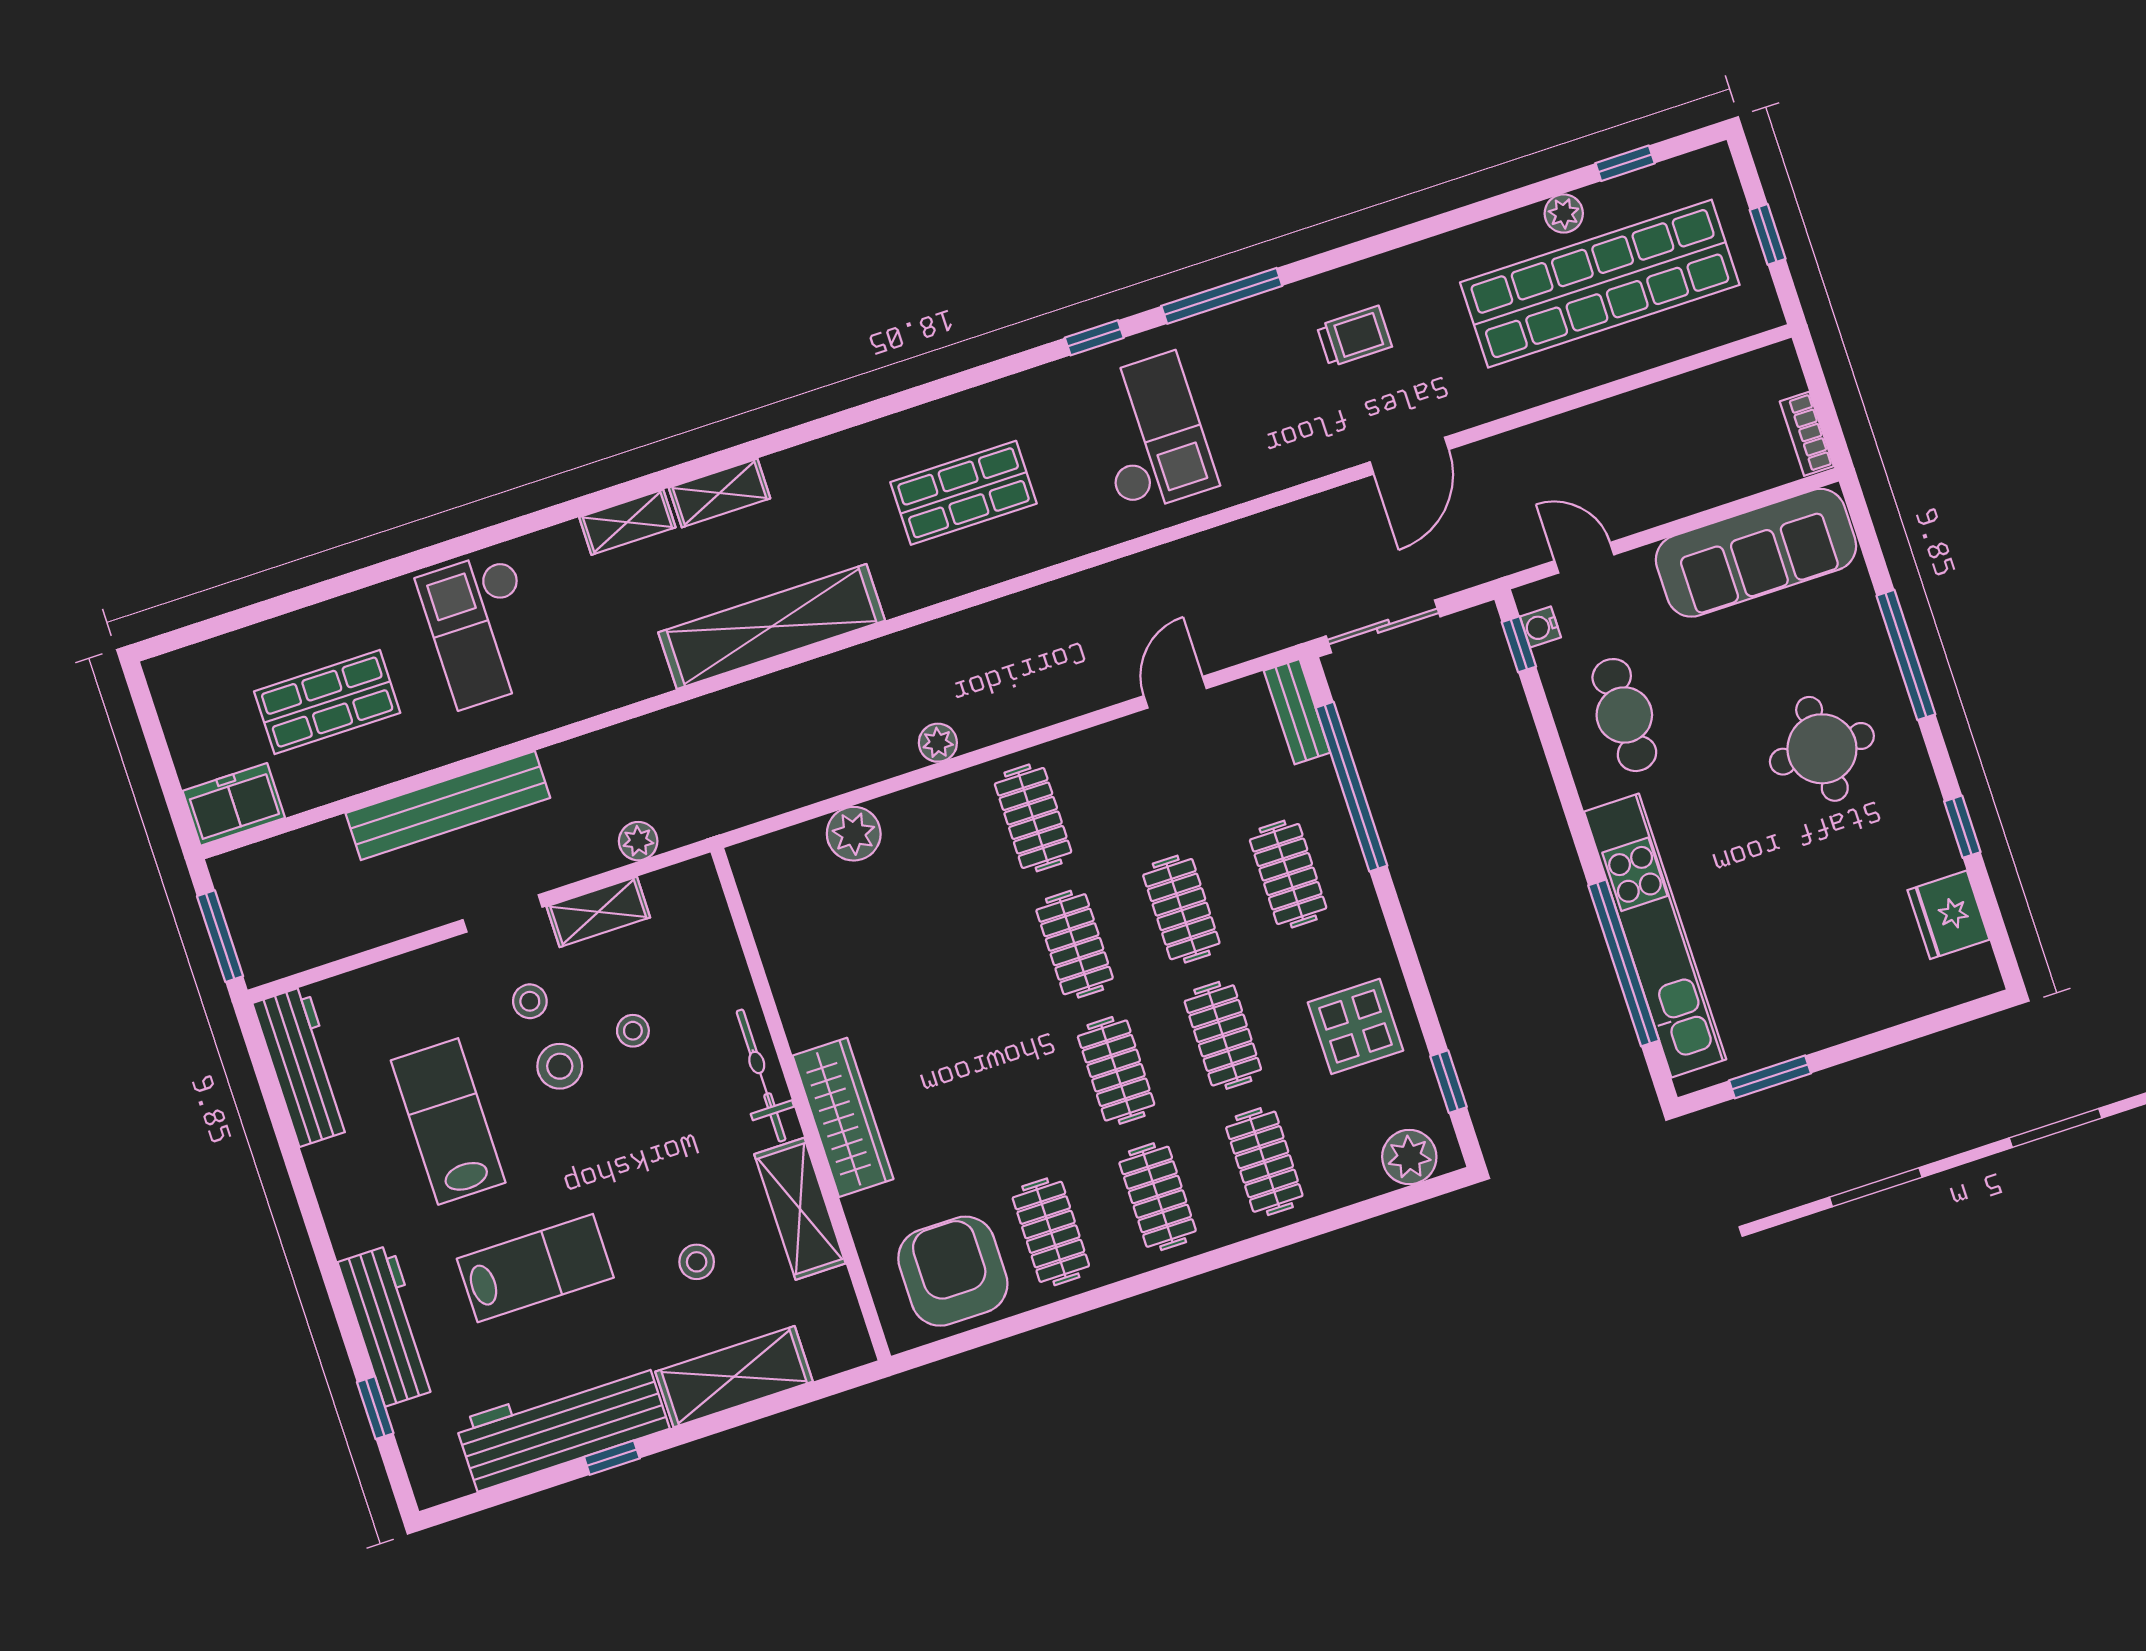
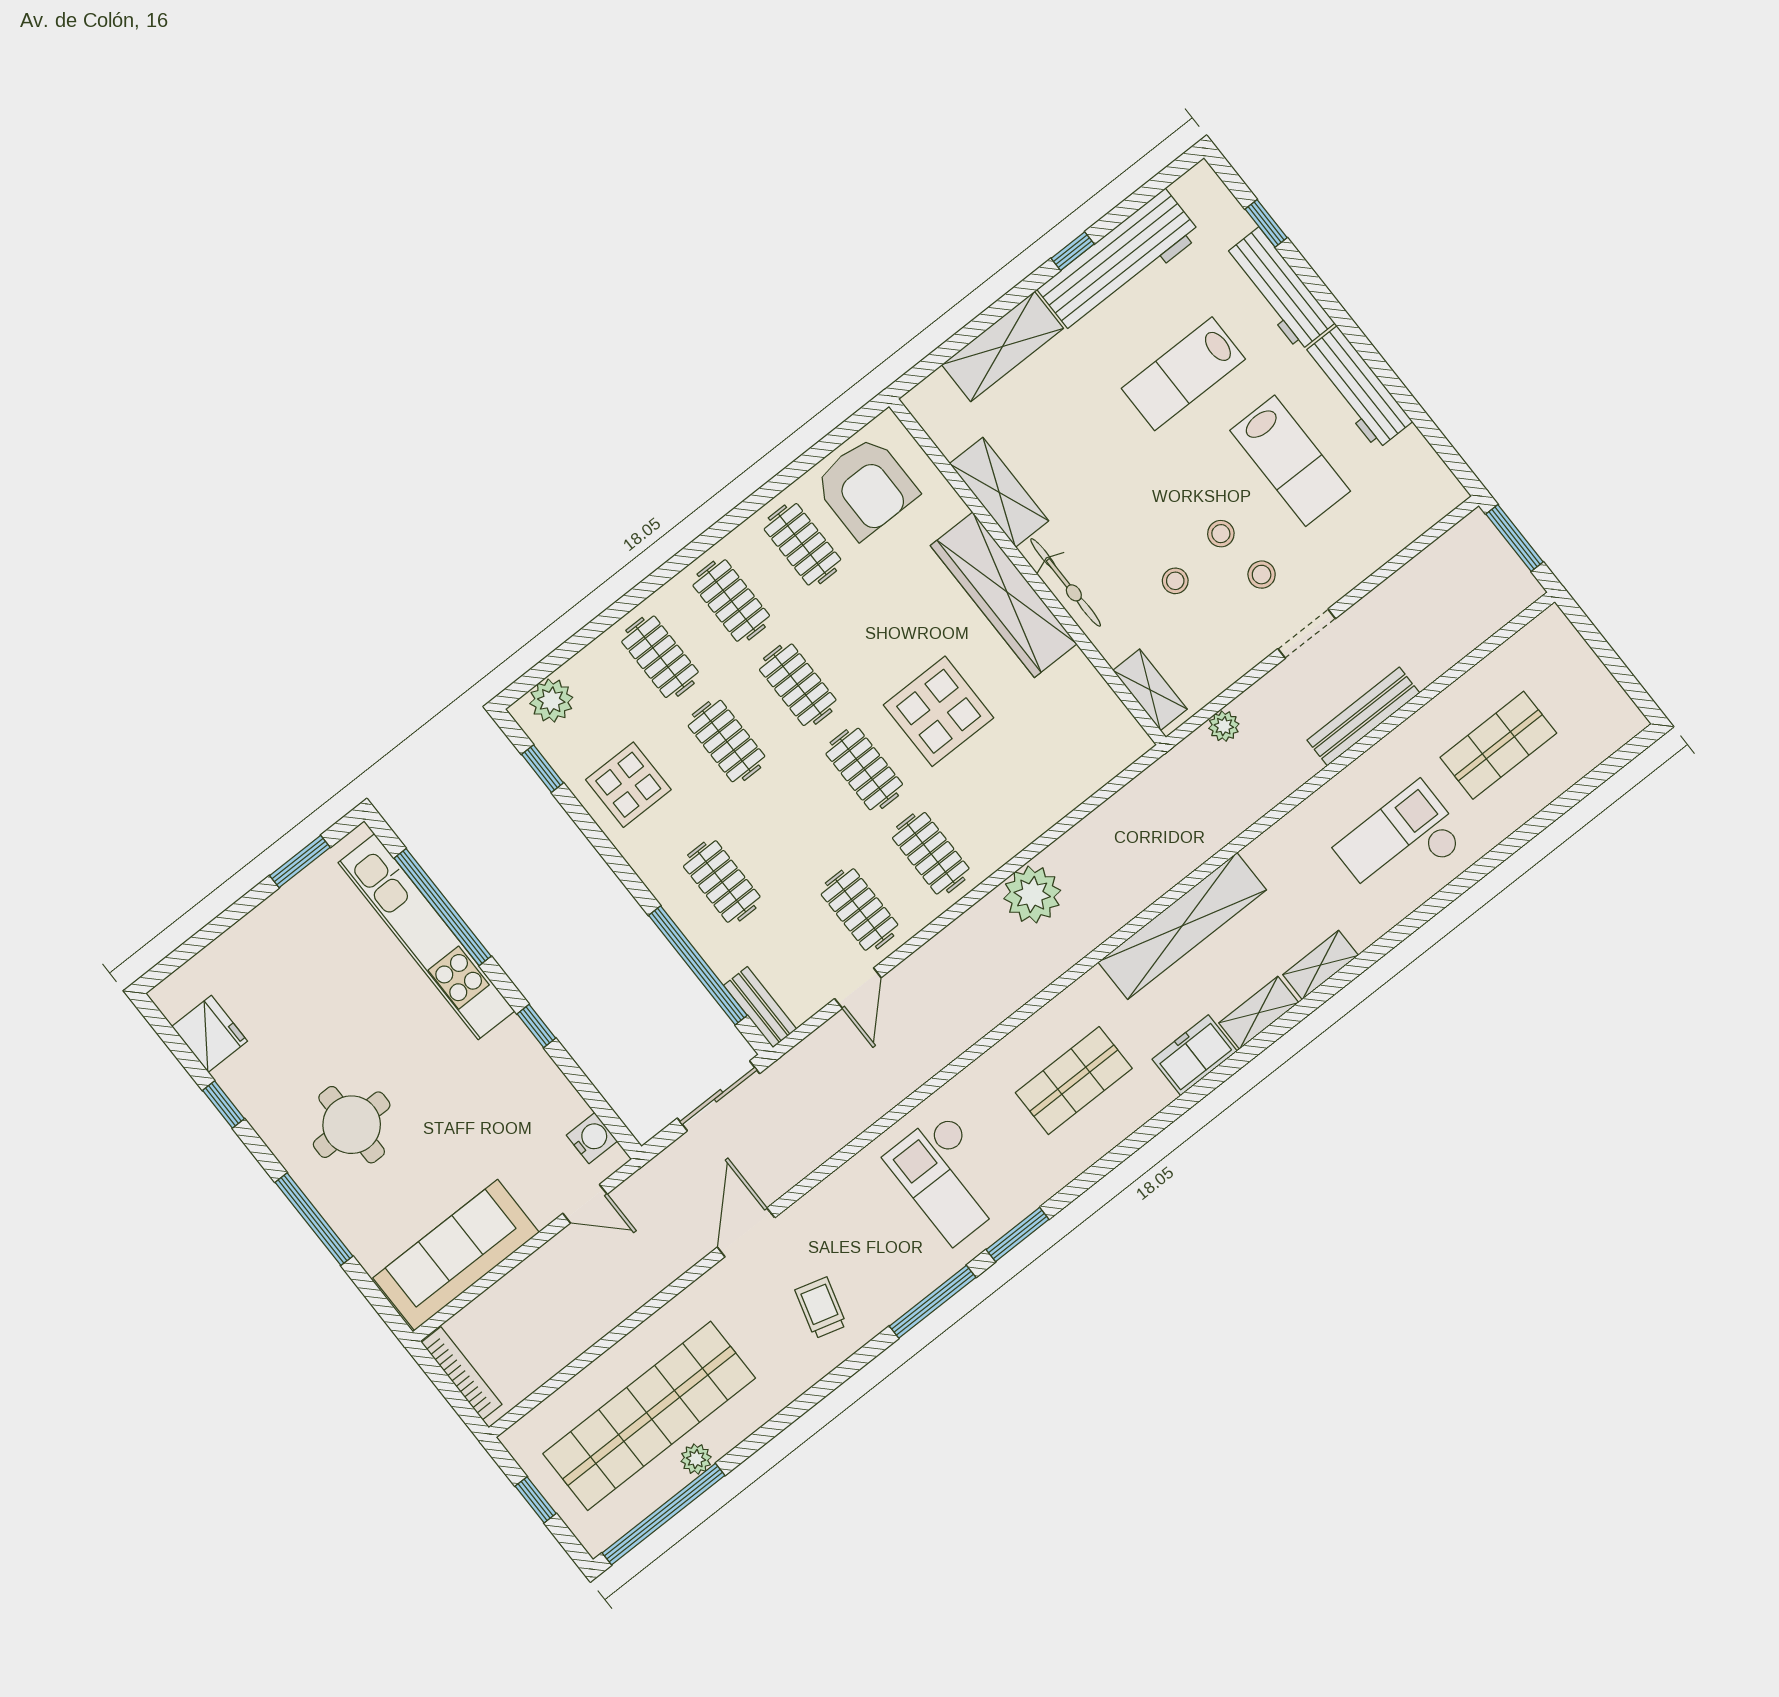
window: (1625, 163) -> (663, 1514), width x3.17
trolley: (1354, 336) -> (821, 1308), turned 106
window: (1094, 338) -> (1018, 1234), width x1.50
bookcase: (1807, 434) -> (462, 1373), width x1.56
water cooler: (1540, 627) -> (592, 1138), width x1.38, depth x1.38
checkout: (483, 629) -> (1401, 844), turned -90
window: (1519, 644) -> (536, 1026), moved
cafe table: (1624, 715) -> (511, 1095), removed
plant: (938, 743) -> (1032, 895), width x1.87, depth x1.87
freezer: (234, 804) -> (1195, 1055), moved, turned 180
bench: (448, 806) -> (1363, 716), width x0.73, depth x0.82
plant: (854, 834) -> (1062, 792), removed
clothes rail: (1181, 909) -> (860, 910), moved
shelving: (598, 912) -> (1150, 690), moved, turned 90
display table: (964, 980) -> (939, 711), added
workbench: (303, 1066) -> (1357, 388), moved
stool: (560, 1066) -> (1221, 534), width x0.73, depth x0.73
wardrobe: (843, 1117) -> (1004, 595), width x1.40, depth x1.17
stool: (697, 1262) -> (1063, 423), removed

